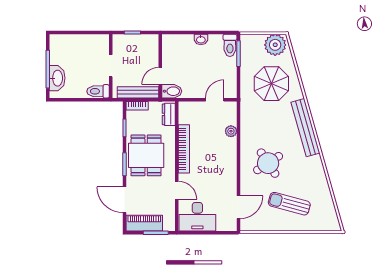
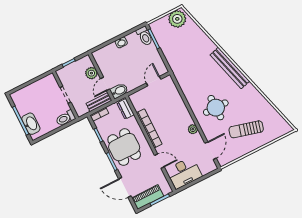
plant: (151, 56) -> (91, 73), added
parasol: (271, 84) -> (189, 49), removed
bench: (138, 92) -> (99, 102), width x0.73
plant: (231, 131) -> (193, 129), moved
round table: (268, 163) -> (216, 108), turned 33

